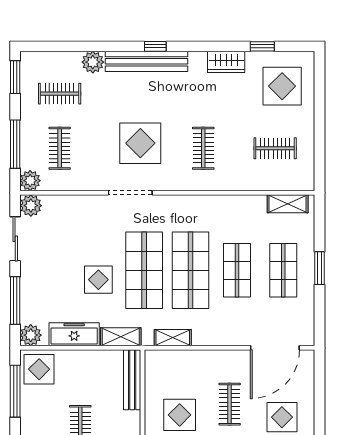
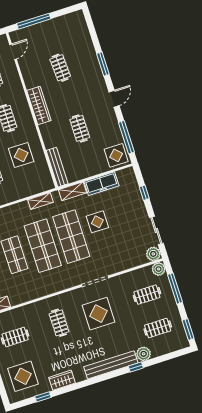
window: (155, 46) -> (136, 367), moved
clothes rail: (60, 148) -> (147, 295), turned 90
window: (15, 301) -> (144, 193), width x0.46
plant: (31, 335) -> (128, 175), removed

